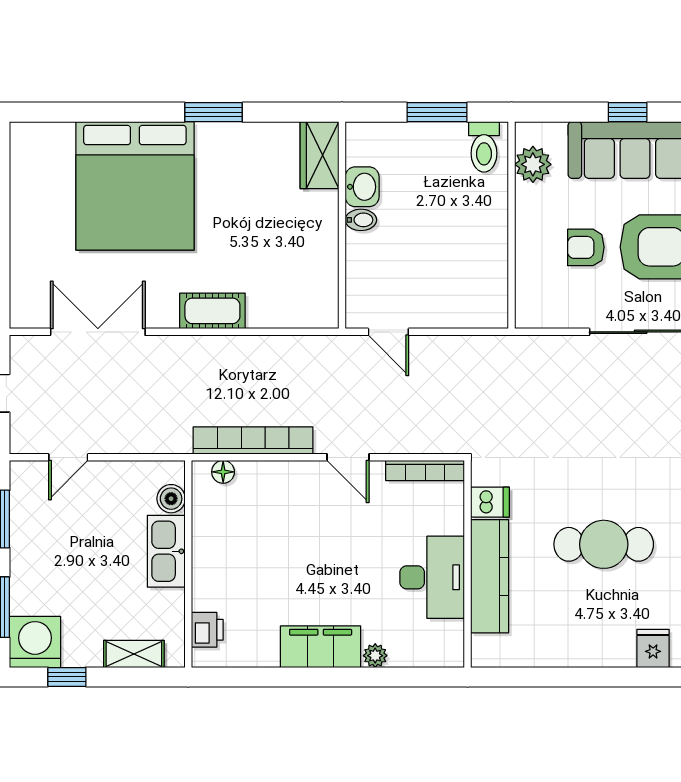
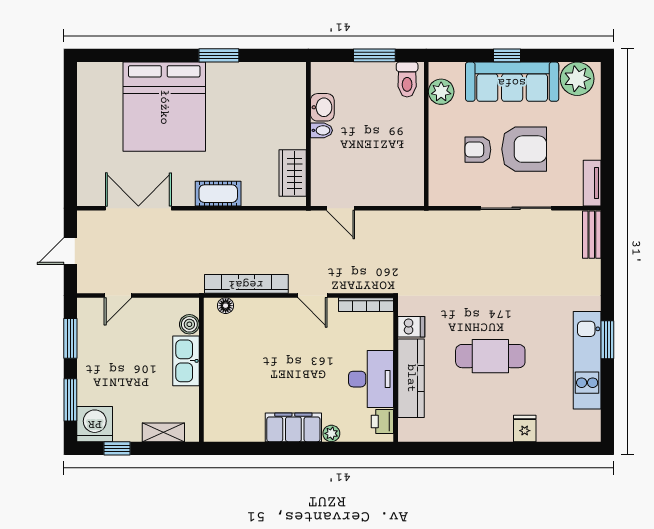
wardrobe: (320, 155) -> (293, 173), moved
printer: (207, 630) -> (382, 421), moved, turned 180

